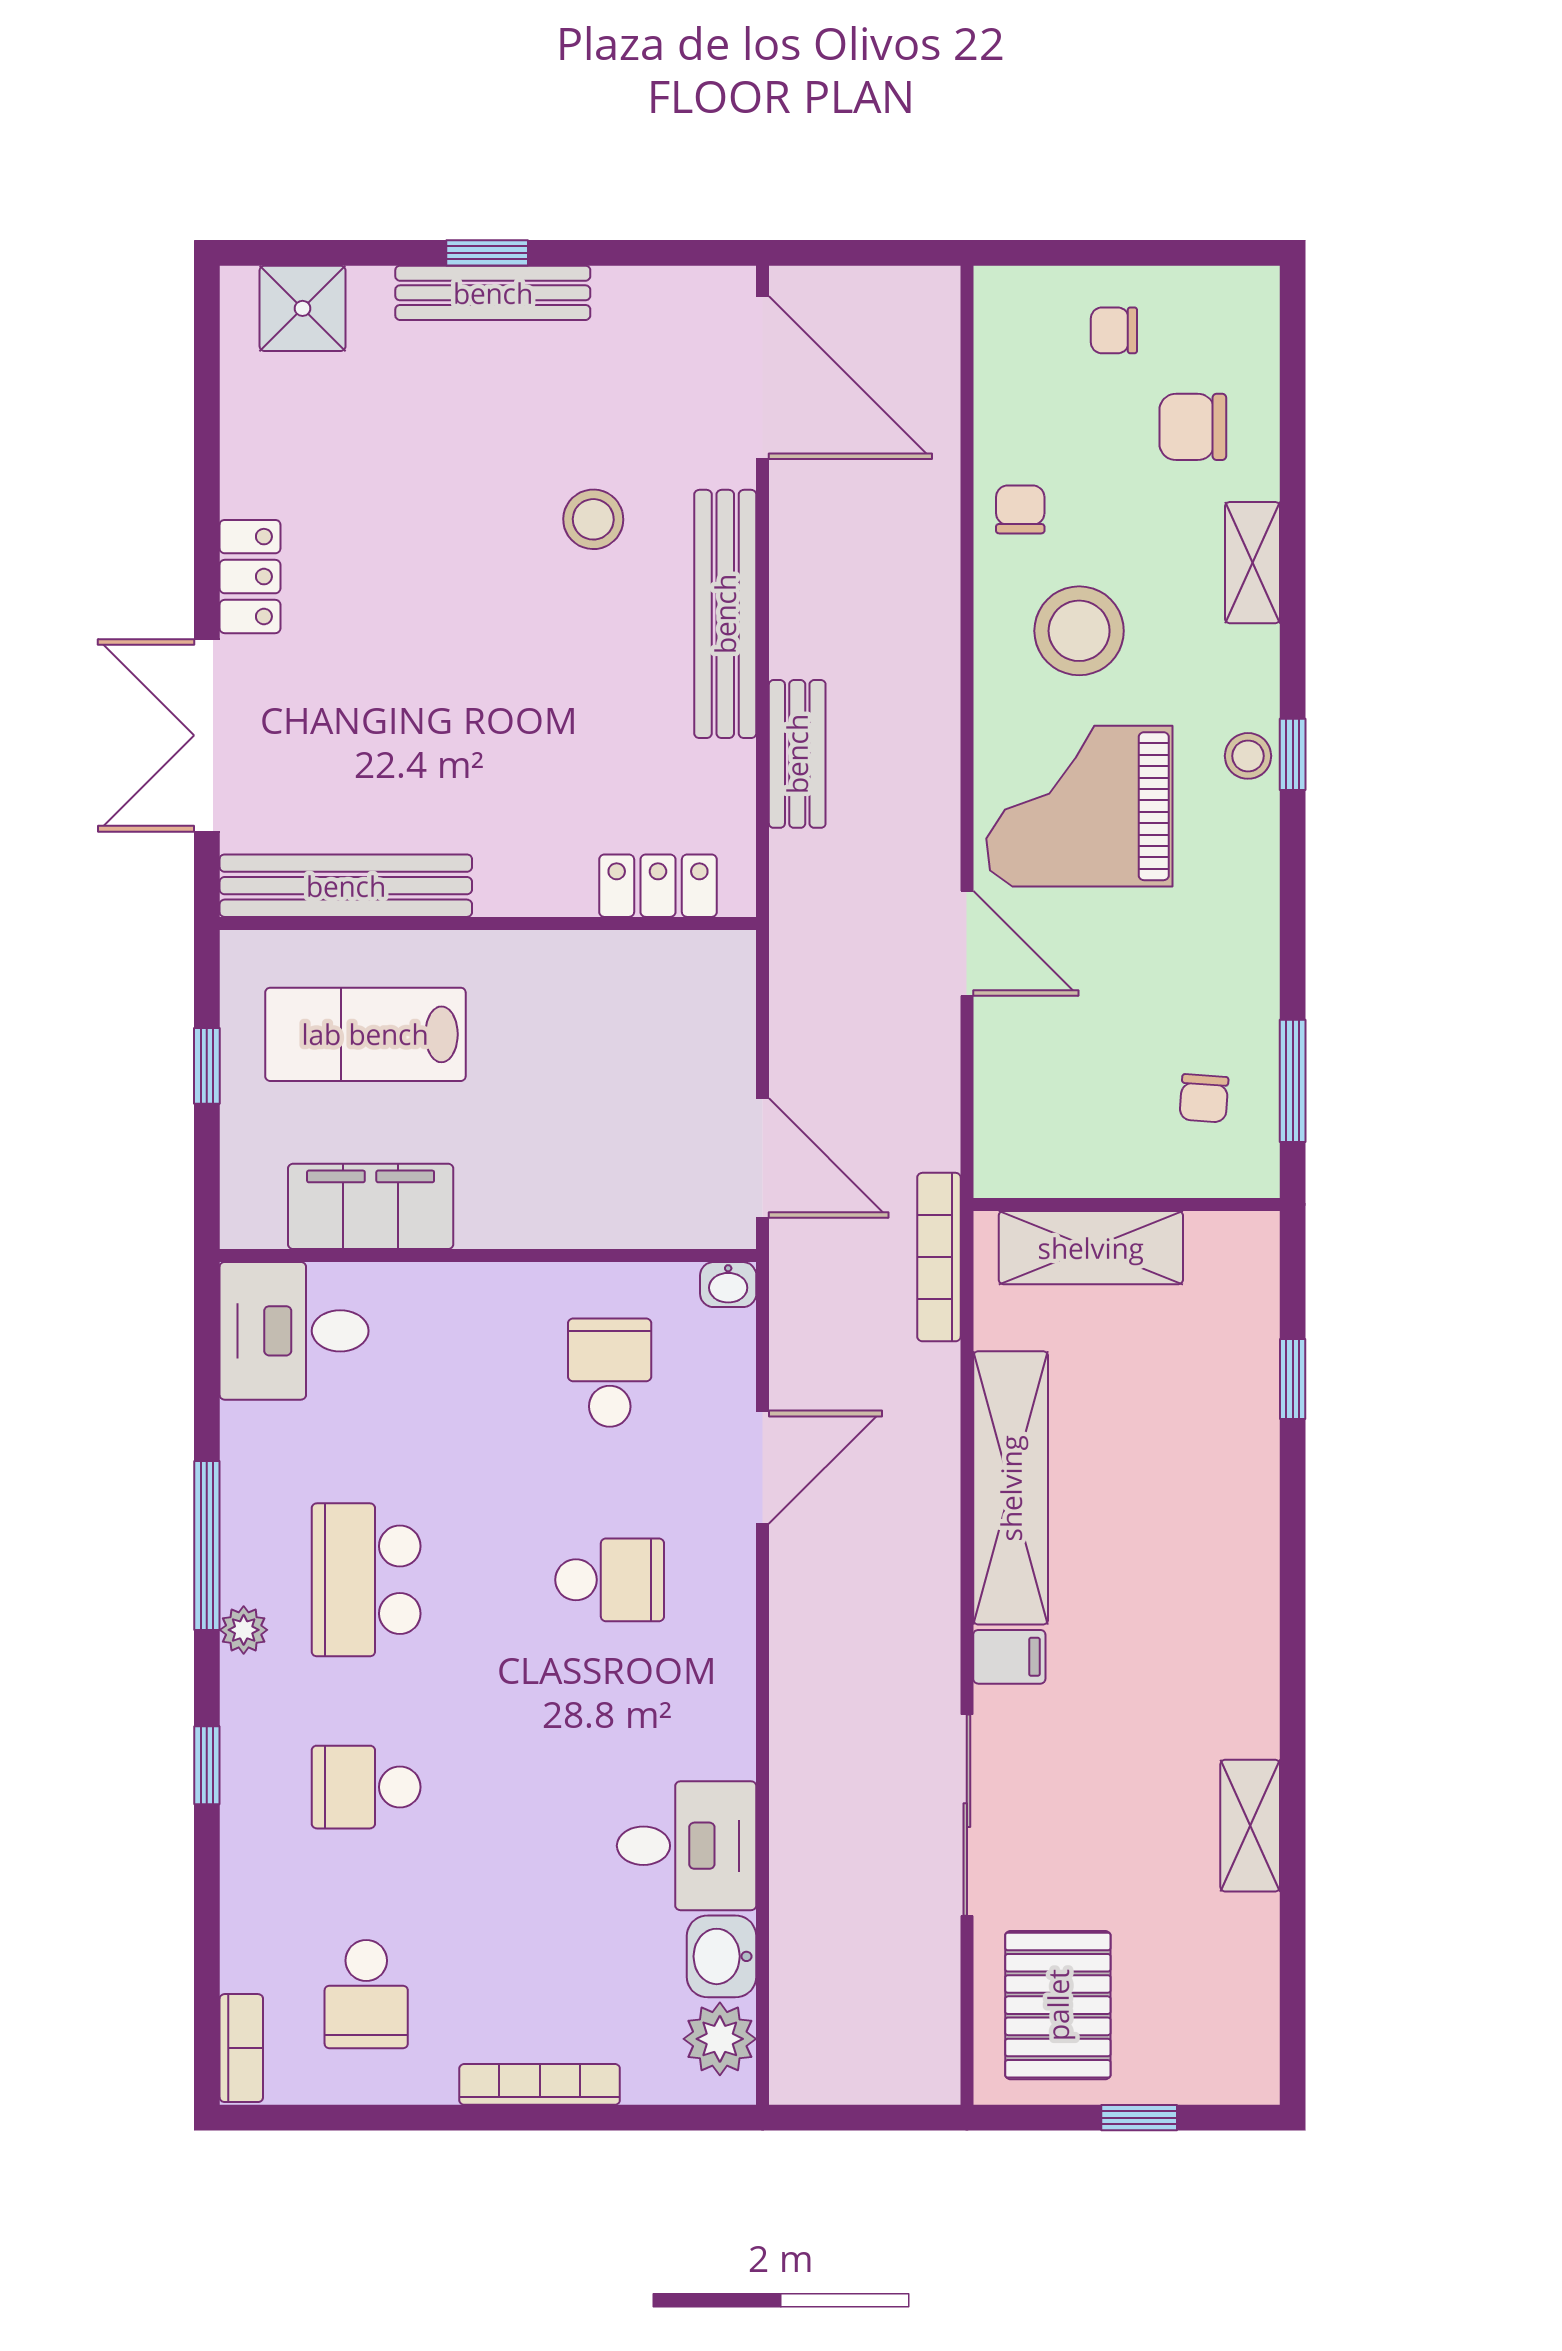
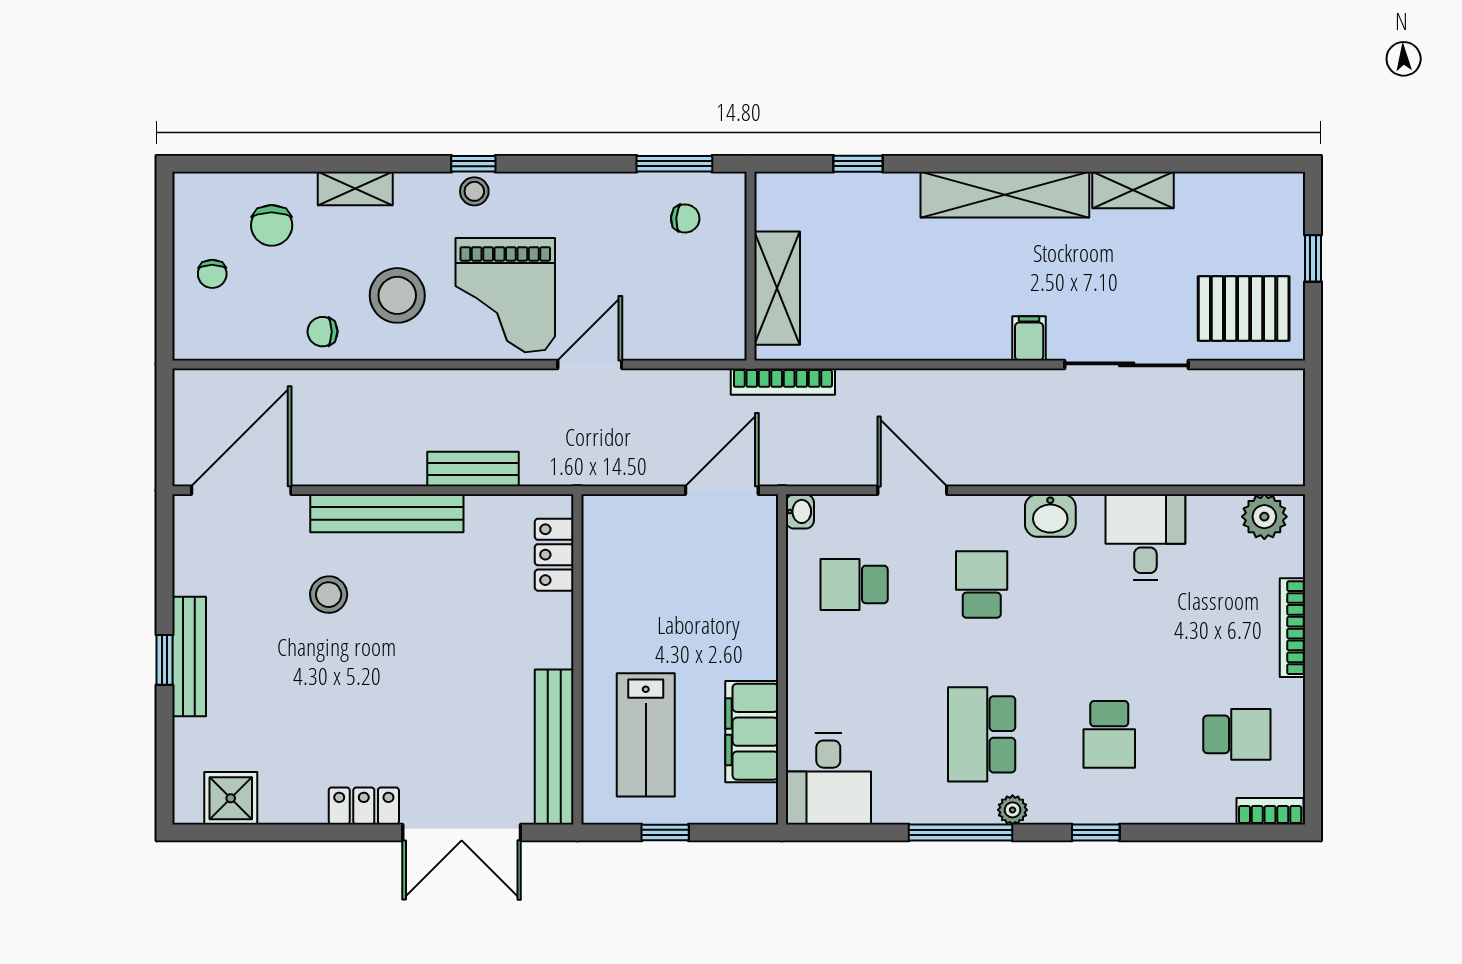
shower: (303, 308) -> (231, 798), moved
shelving: (1011, 1488) -> (1005, 195), moved
school desk: (366, 1580) -> (982, 734), turned 90
washbasin: (721, 1956) -> (1050, 516), moved

